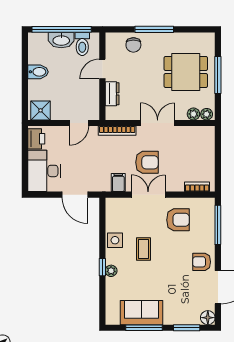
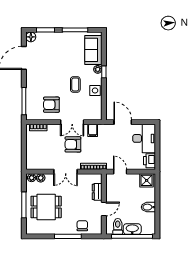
door: (79, 123) -> (120, 172), hinge flipped
armchair: (202, 262) -> (35, 76), removed
sofa: (142, 313) -> (93, 50), moved, turned 90

